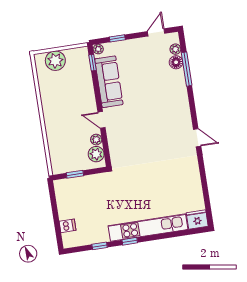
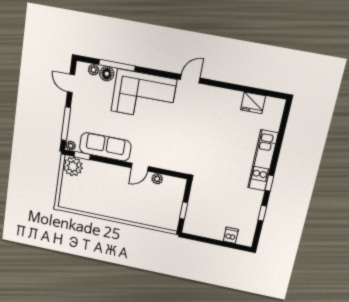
window: (117, 38) -> (66, 124), width x2.17
plant: (55, 61) -> (73, 166), moved
corner sofa: (168, 102) -> (144, 95), added
plant: (96, 154) -> (171, 184), removed
fridge: (197, 220) -> (253, 103), moved, turned -90
kitchen unit: (148, 228) -> (263, 161), width x0.73

